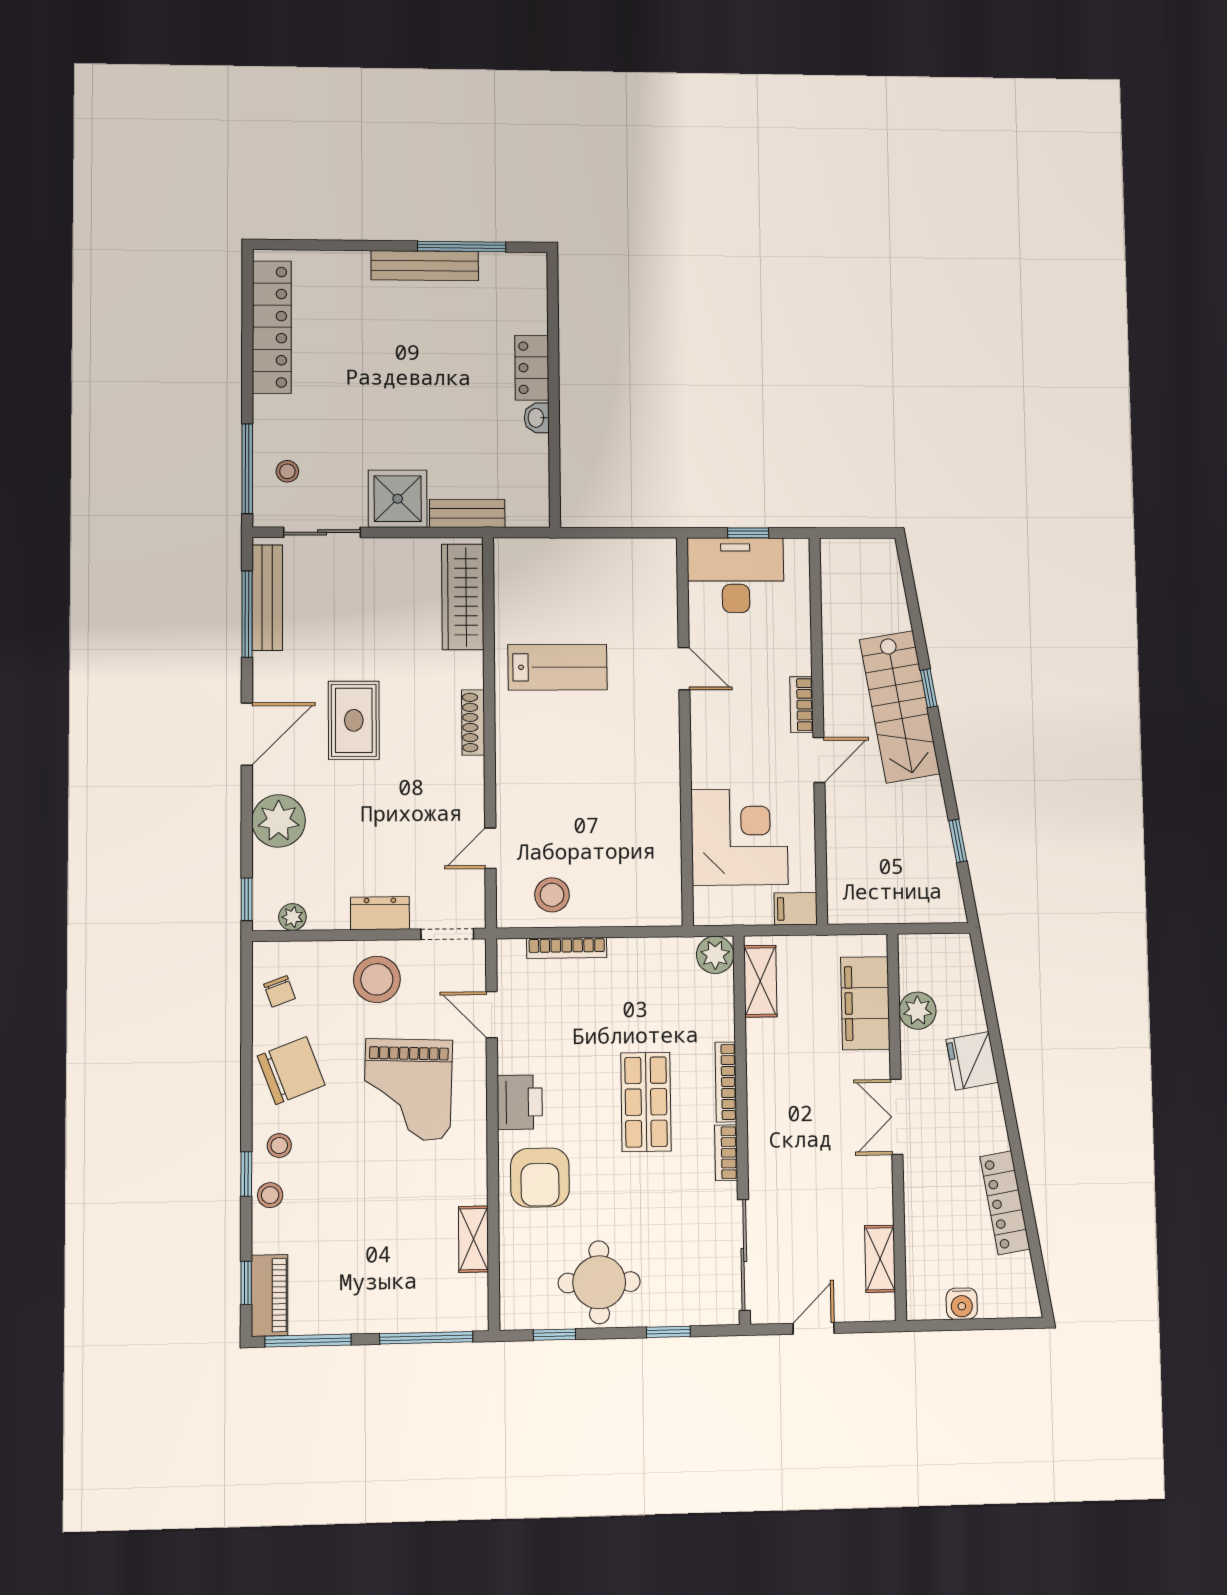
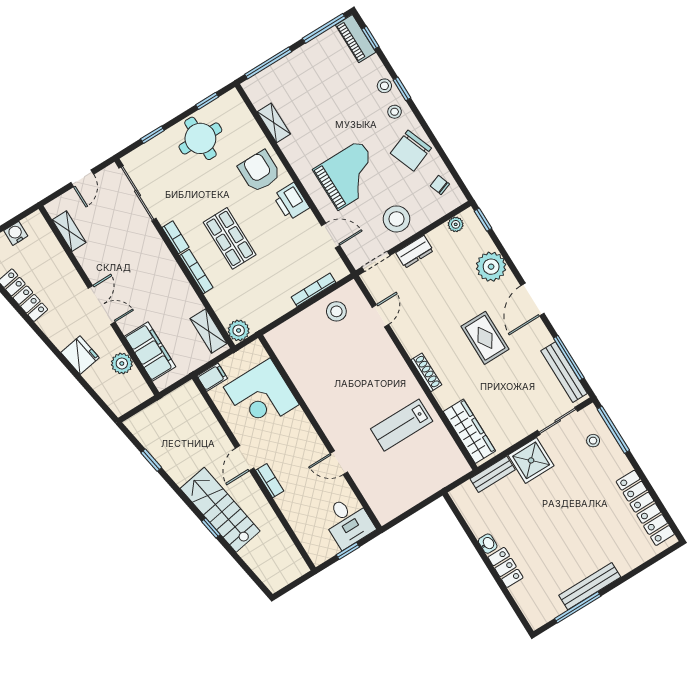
desk: (736, 575) -> (348, 521), width x0.73
grand piano: (408, 1090) -> (349, 175), turned 88

